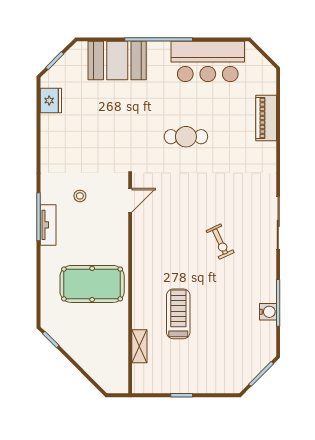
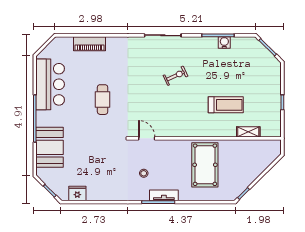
treadmill: (178, 314) -> (226, 105), turned 180

